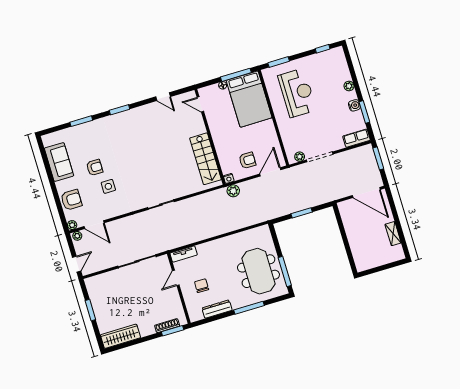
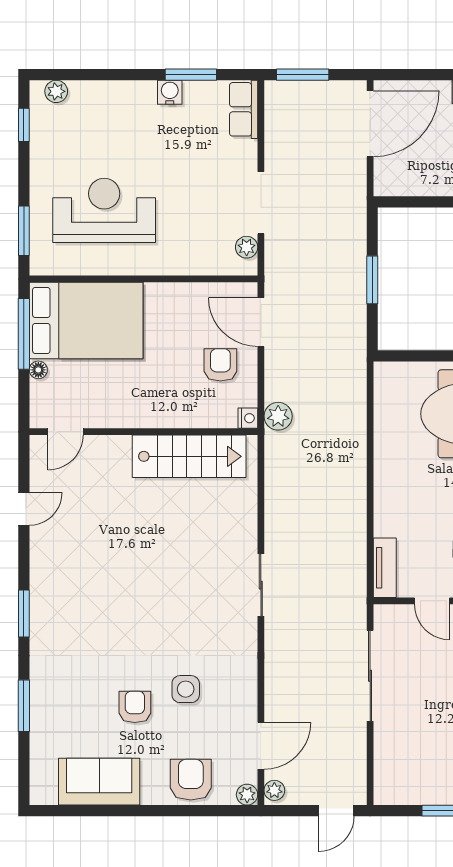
plant: (349, 86) -> (56, 91), moved
door: (77, 264) -> (336, 811), swing flipped

